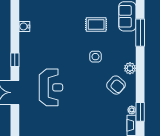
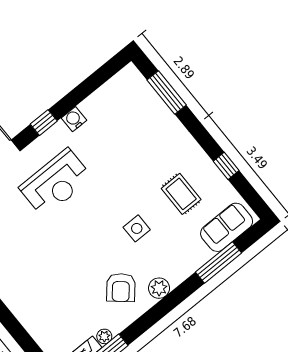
water cooler: (24, 26) -> (74, 119), moved
reception desk: (51, 87) -> (56, 183), moved

